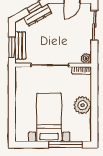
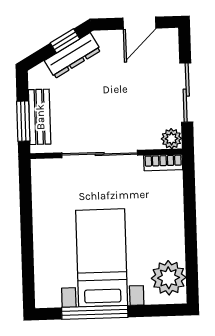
sliding door: (94, 25) -> (186, 93), moved
plant: (83, 105) -> (169, 278), moved
window: (65, 145) -> (95, 312), moved

